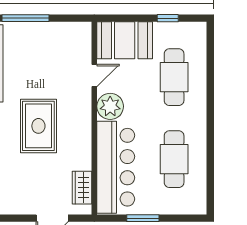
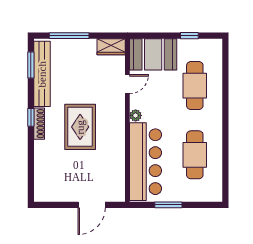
plant: (110, 106) -> (136, 115), width x0.53, depth x0.53
wardrobe: (82, 188) -> (111, 47), moved, turned -90

